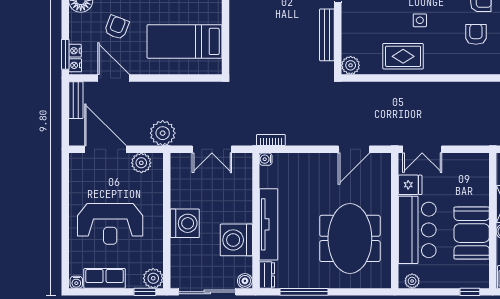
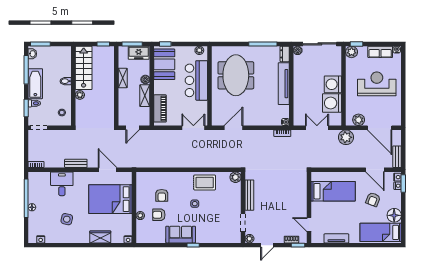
piano: (479, 182) -> (160, 108), added
fridge: (410, 185) -> (200, 107), removed
booth: (472, 233) -> (164, 64), moved
washing machine: (236, 240) -> (332, 103), moved, turned 180

